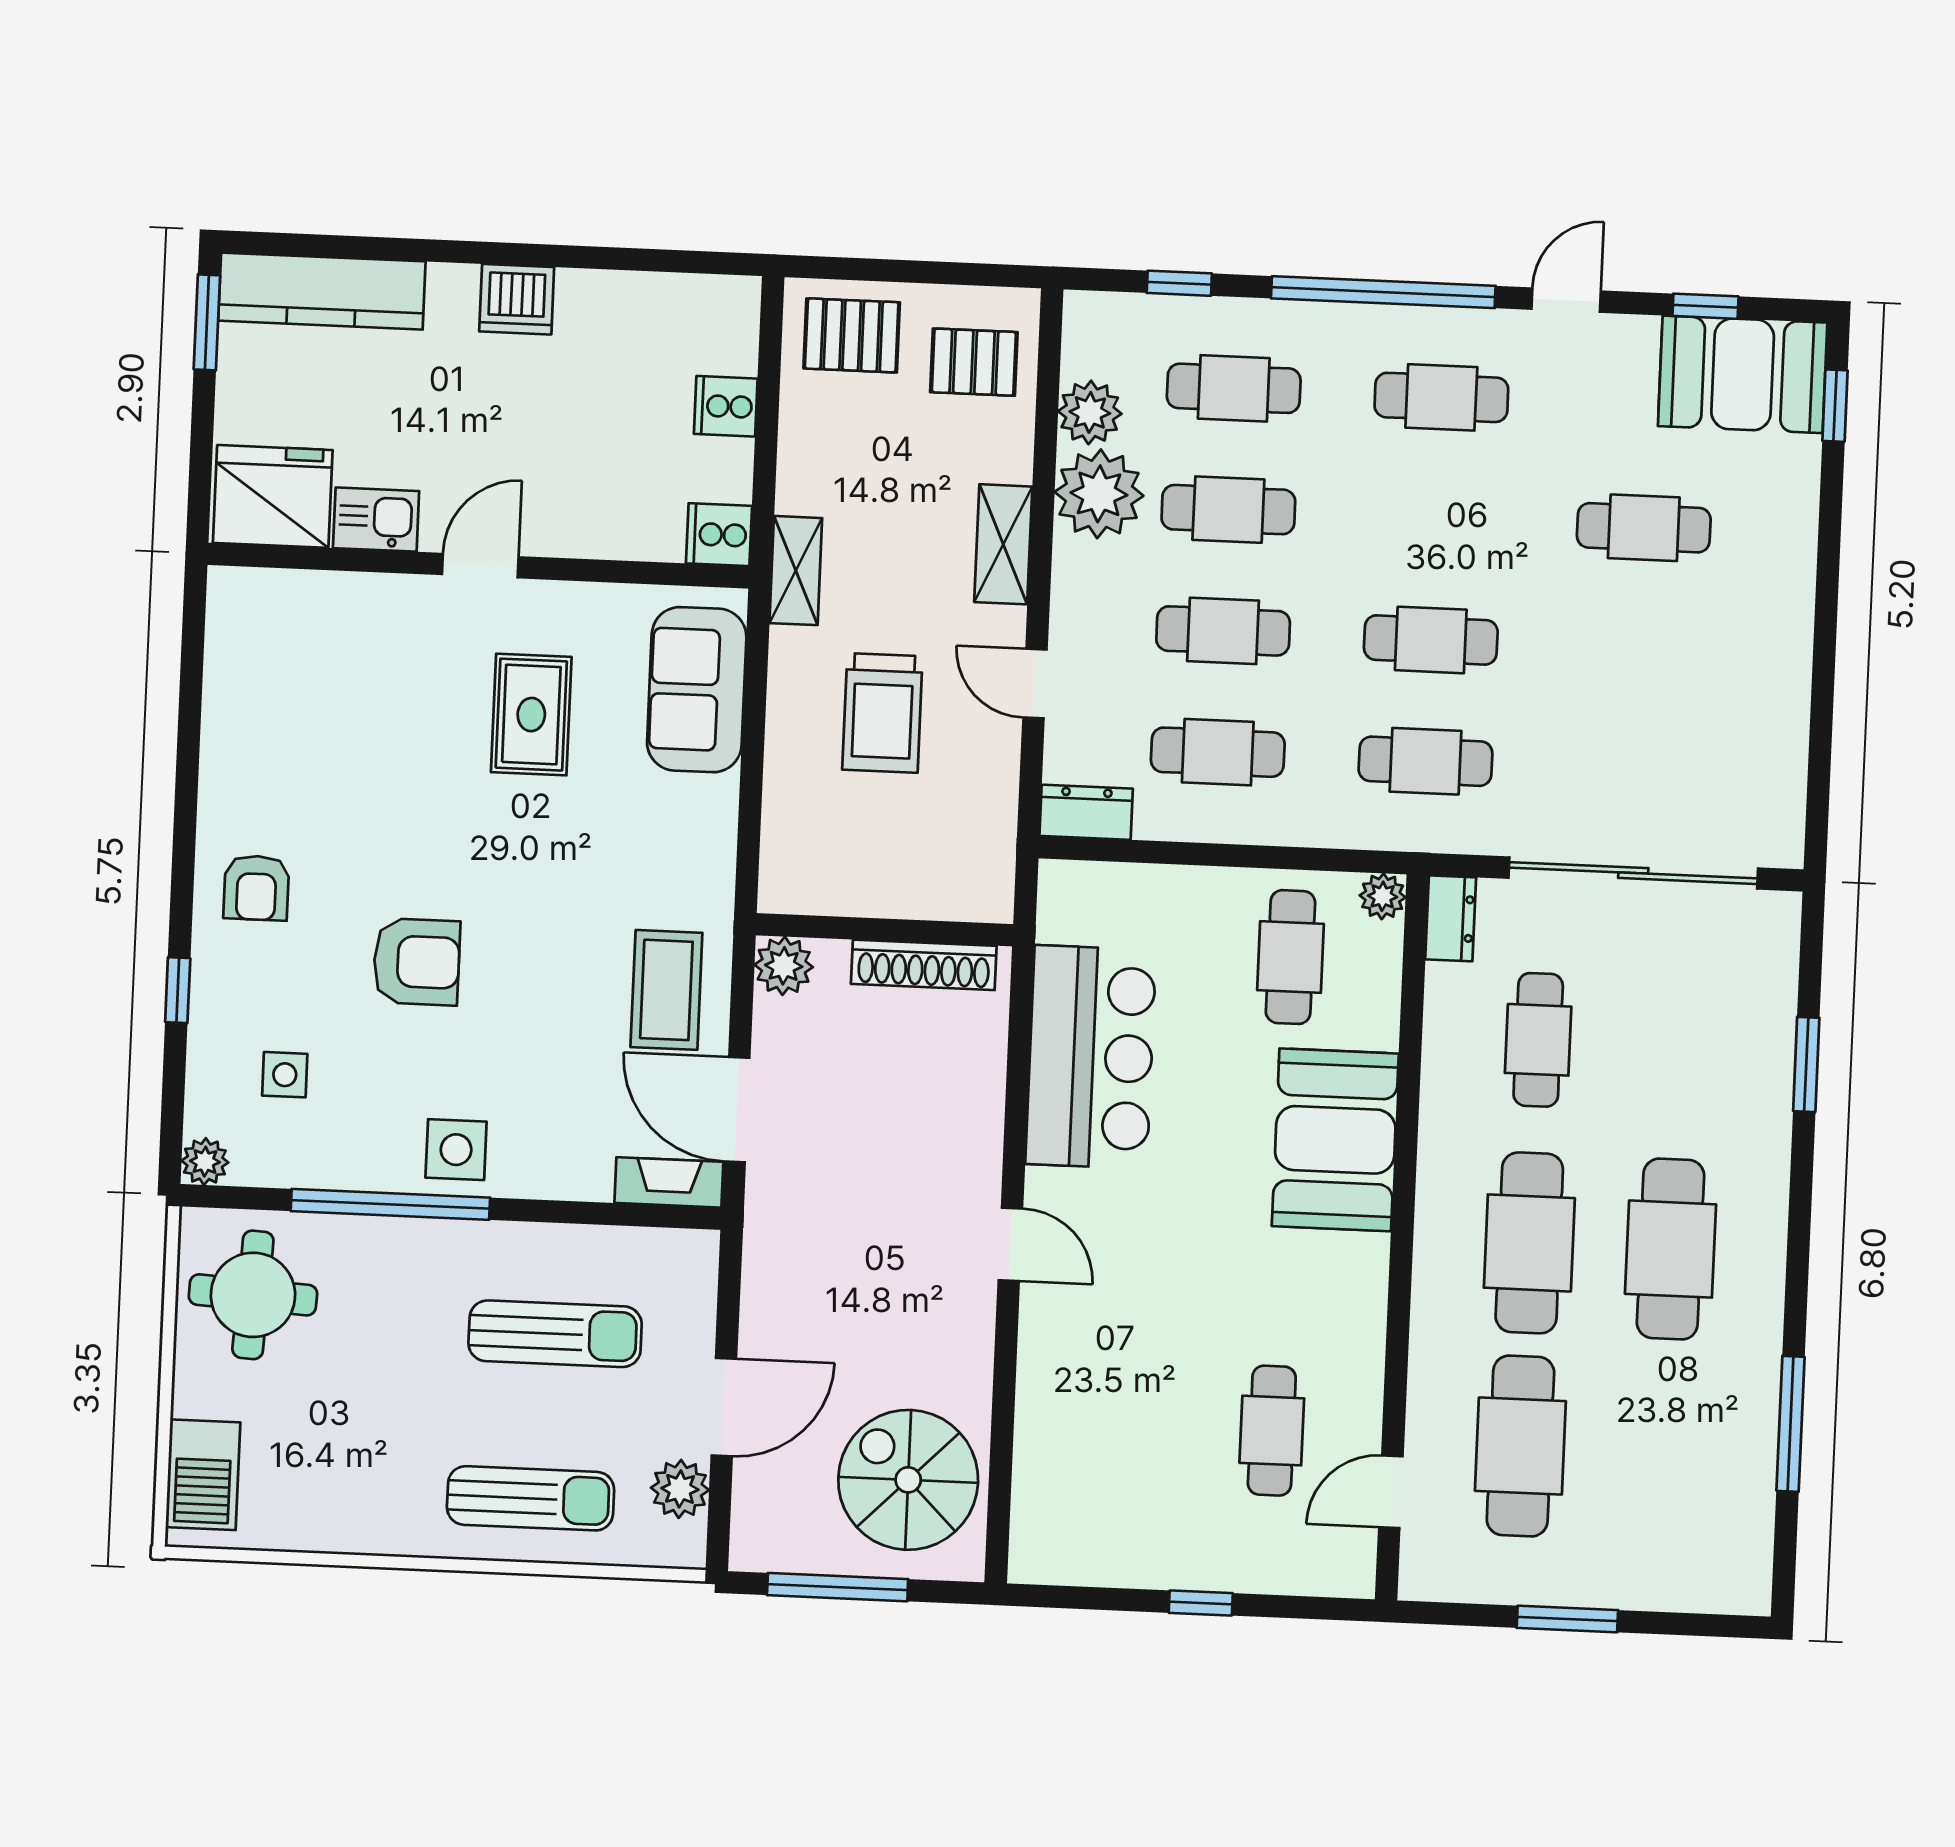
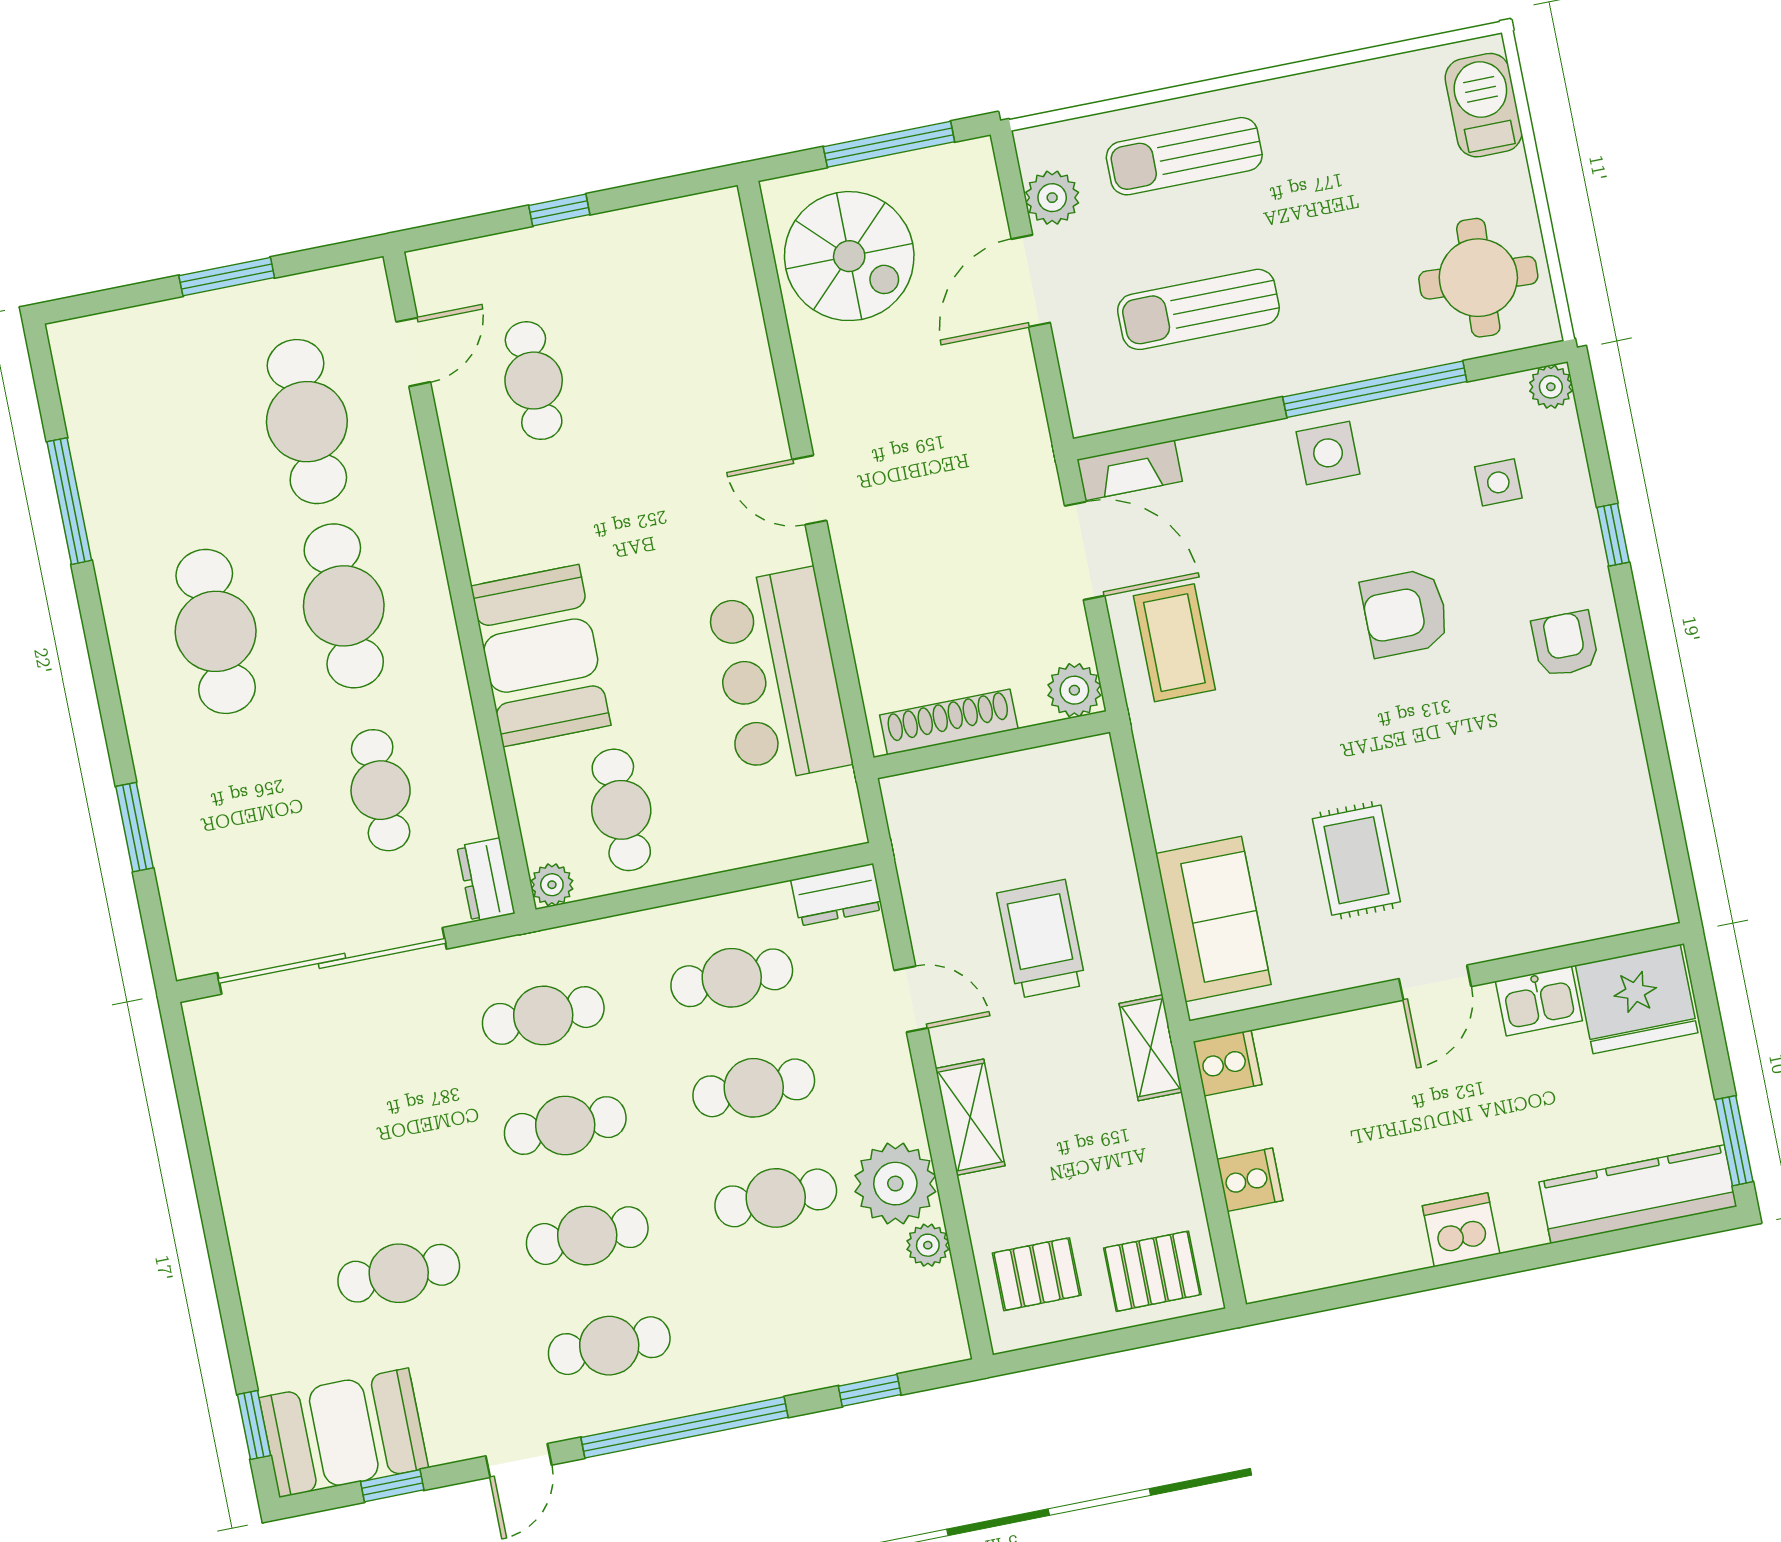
cafe table: (1234, 388) -> (587, 1236), moved
plant: (1090, 412) -> (928, 1245), width x0.73, depth x0.73

